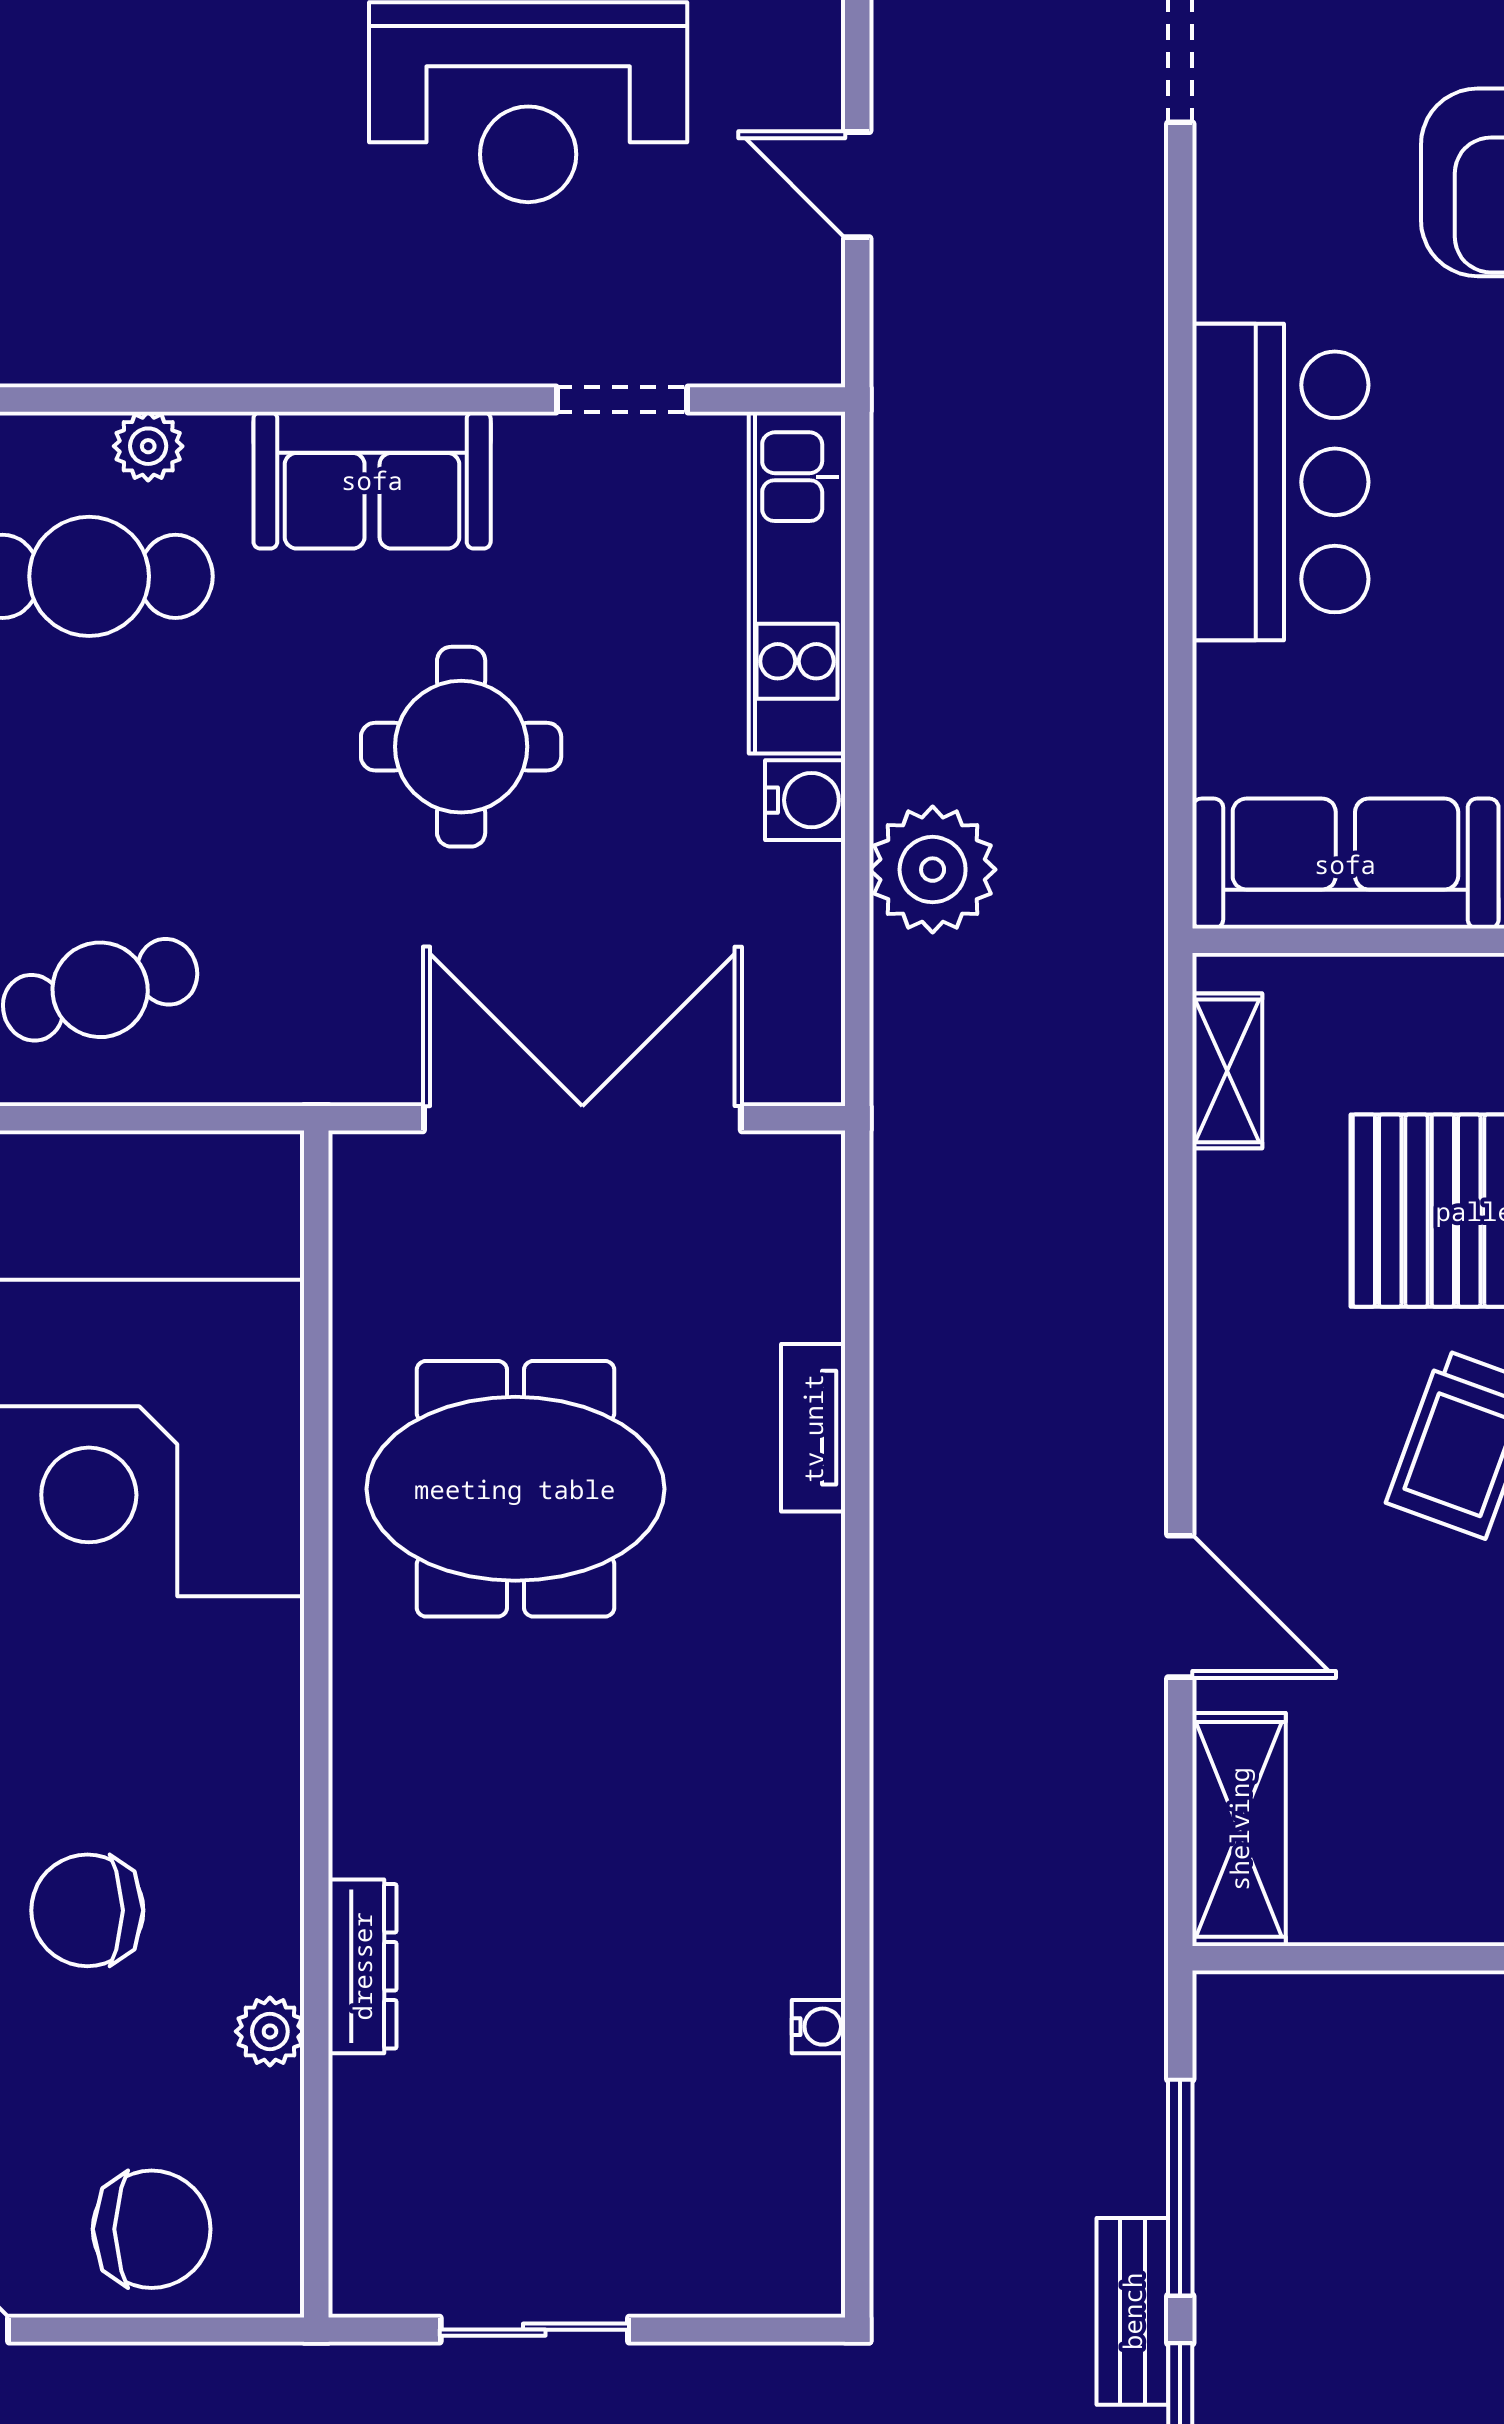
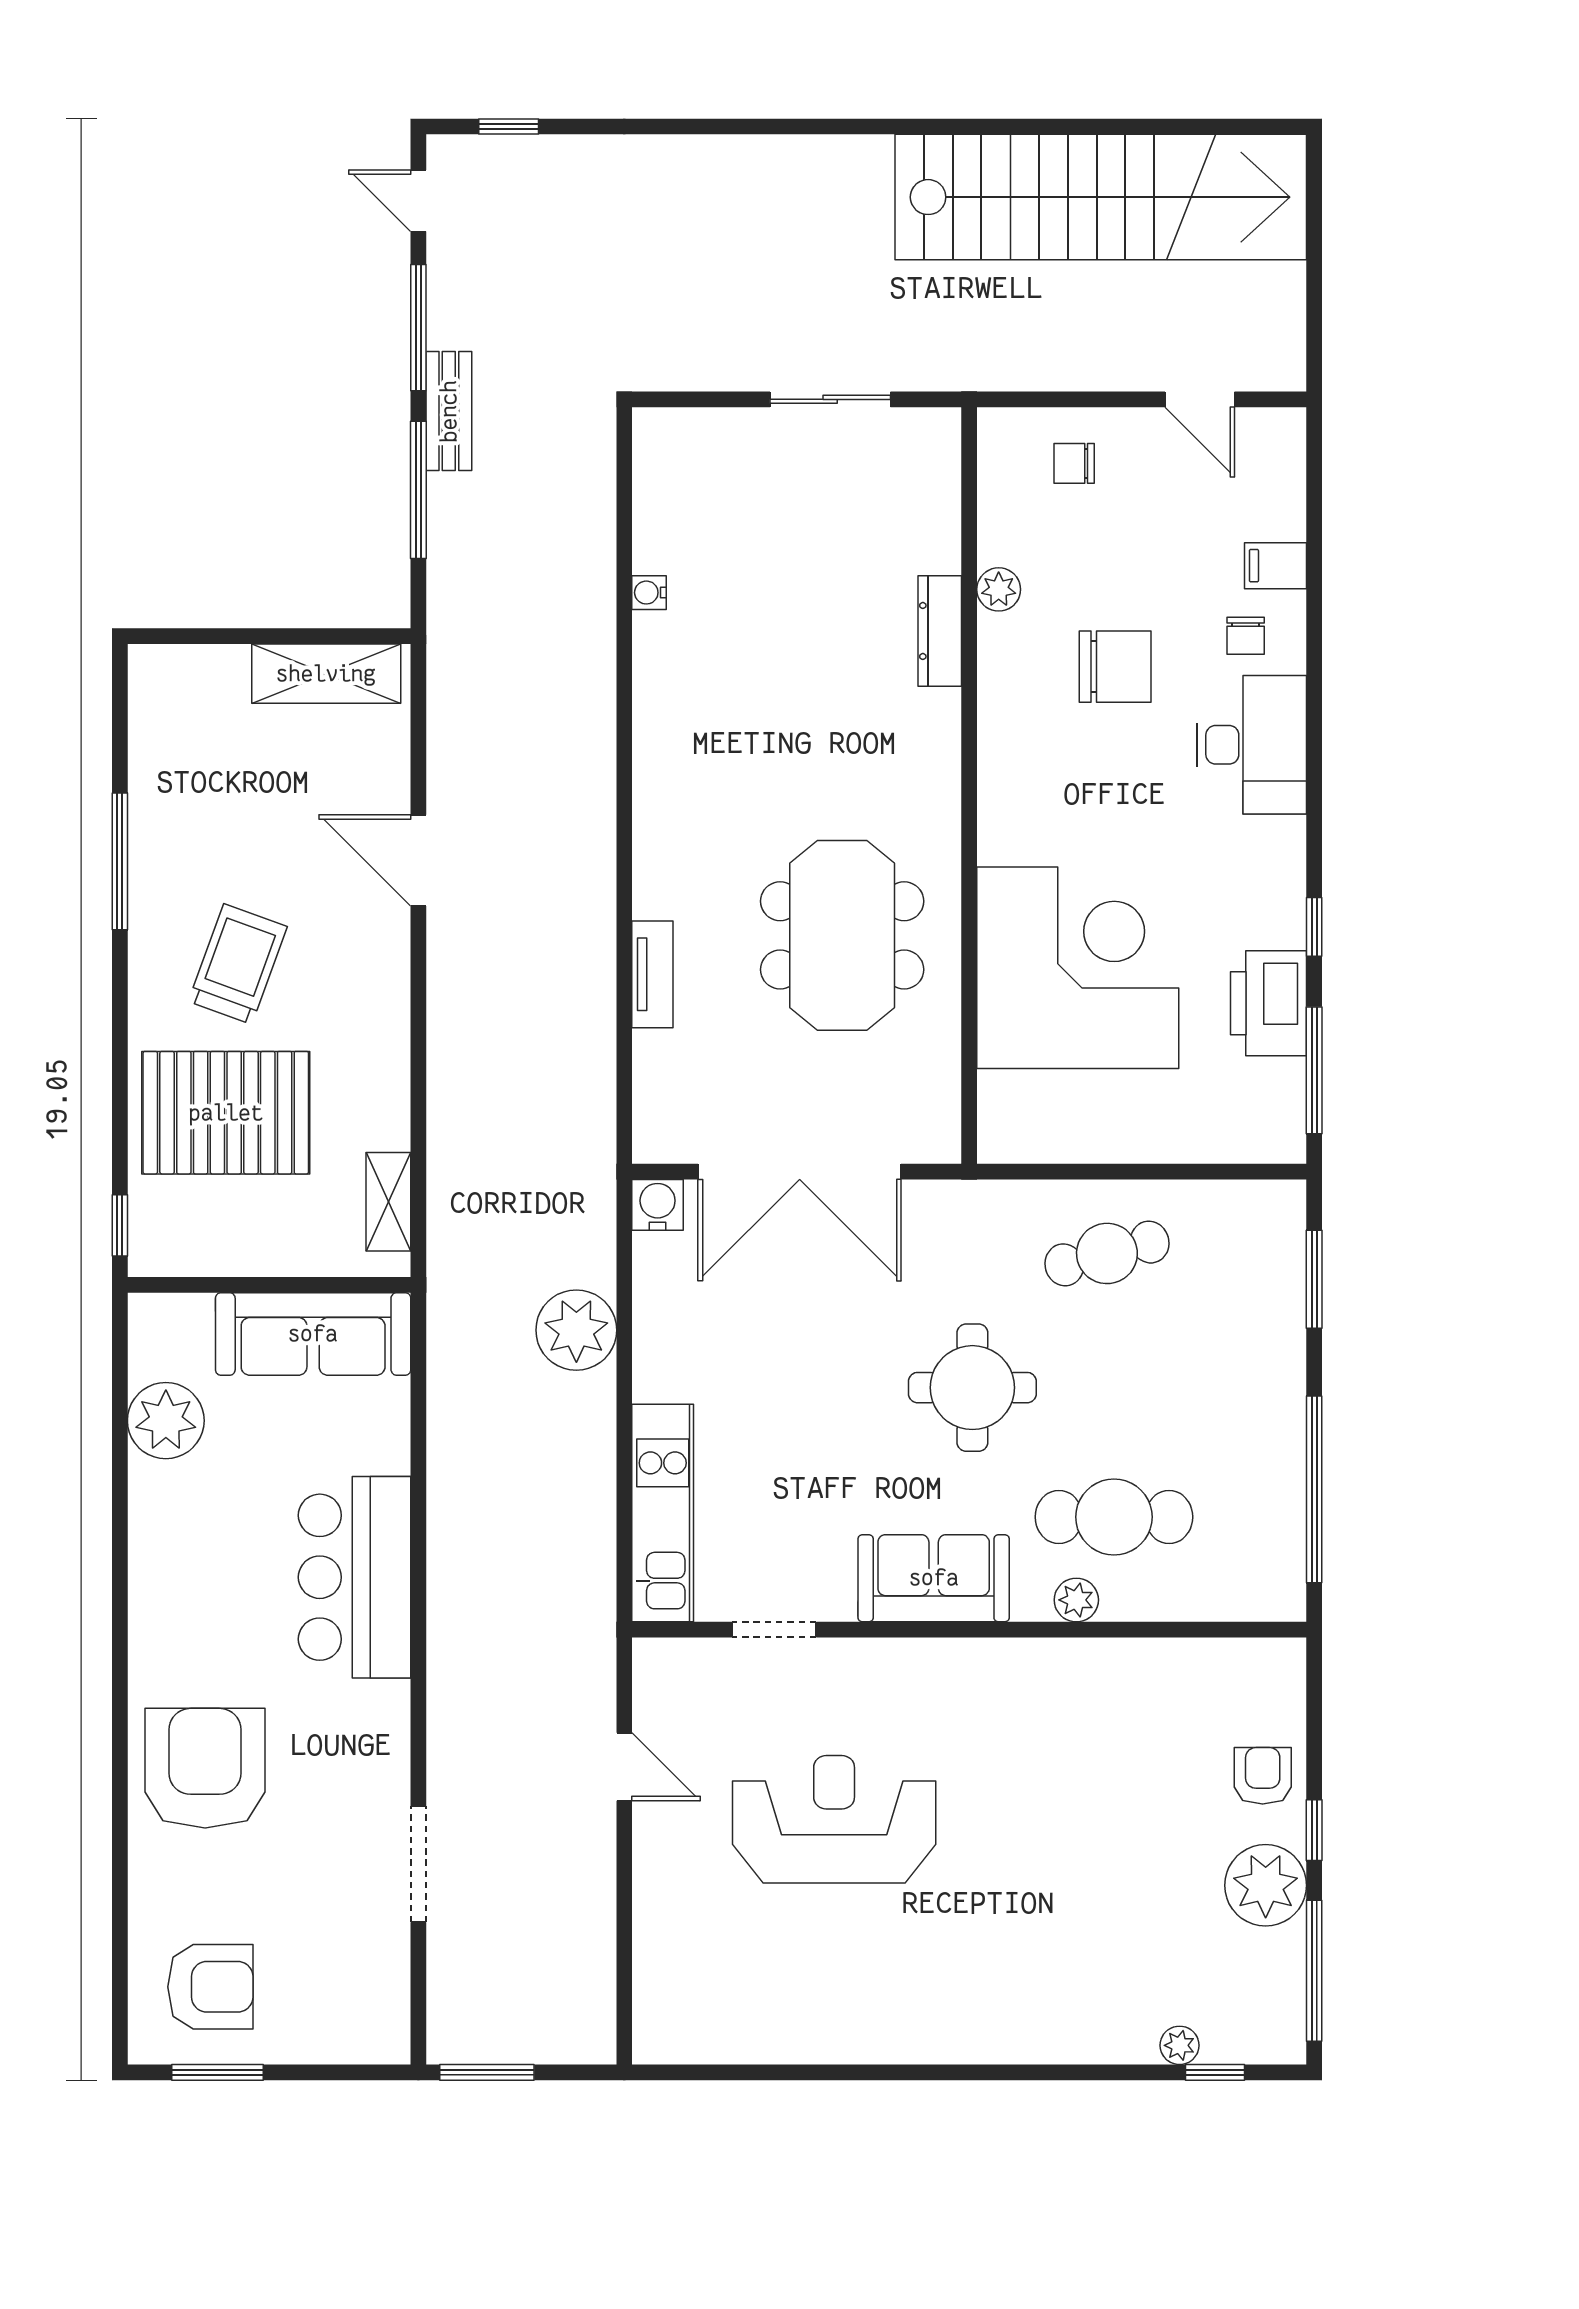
round table: (461, 747) -> (972, 1388), moved
water cooler: (805, 800) -> (658, 1205), moved, turned 90
meeting table: (515, 1489) -> (842, 935), turned 90
shelving: (1239, 1829) -> (326, 674), moved, turned 90
chair: (152, 2229) -> (1074, 463), width x0.54, depth x0.54

